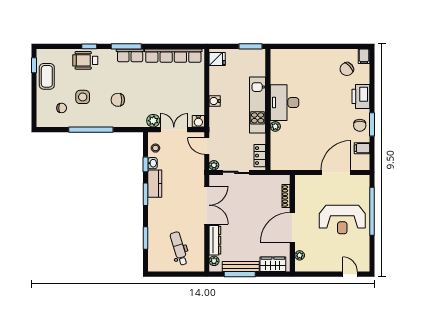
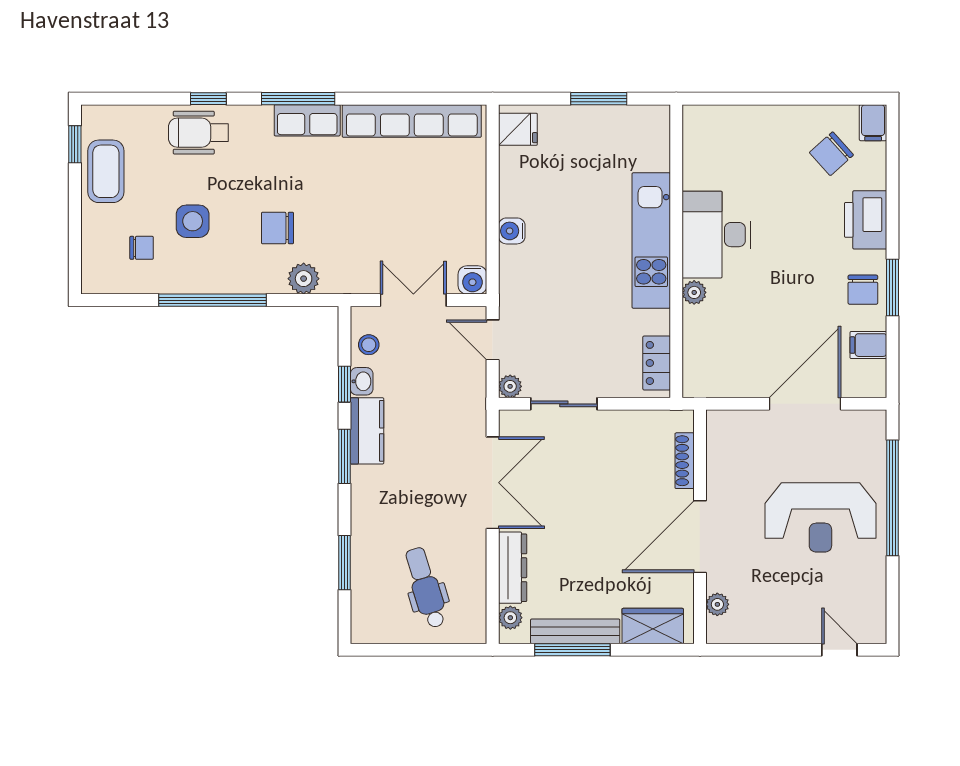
desk: (285, 103) -> (716, 235), moved
kitchen unit: (258, 105) -> (651, 241), moved
wall: (268, 109) -> (676, 251), moved
plant: (153, 121) -> (304, 279), moved
plant: (275, 126) -> (694, 292), moved
locker: (260, 156) -> (657, 363), moved

